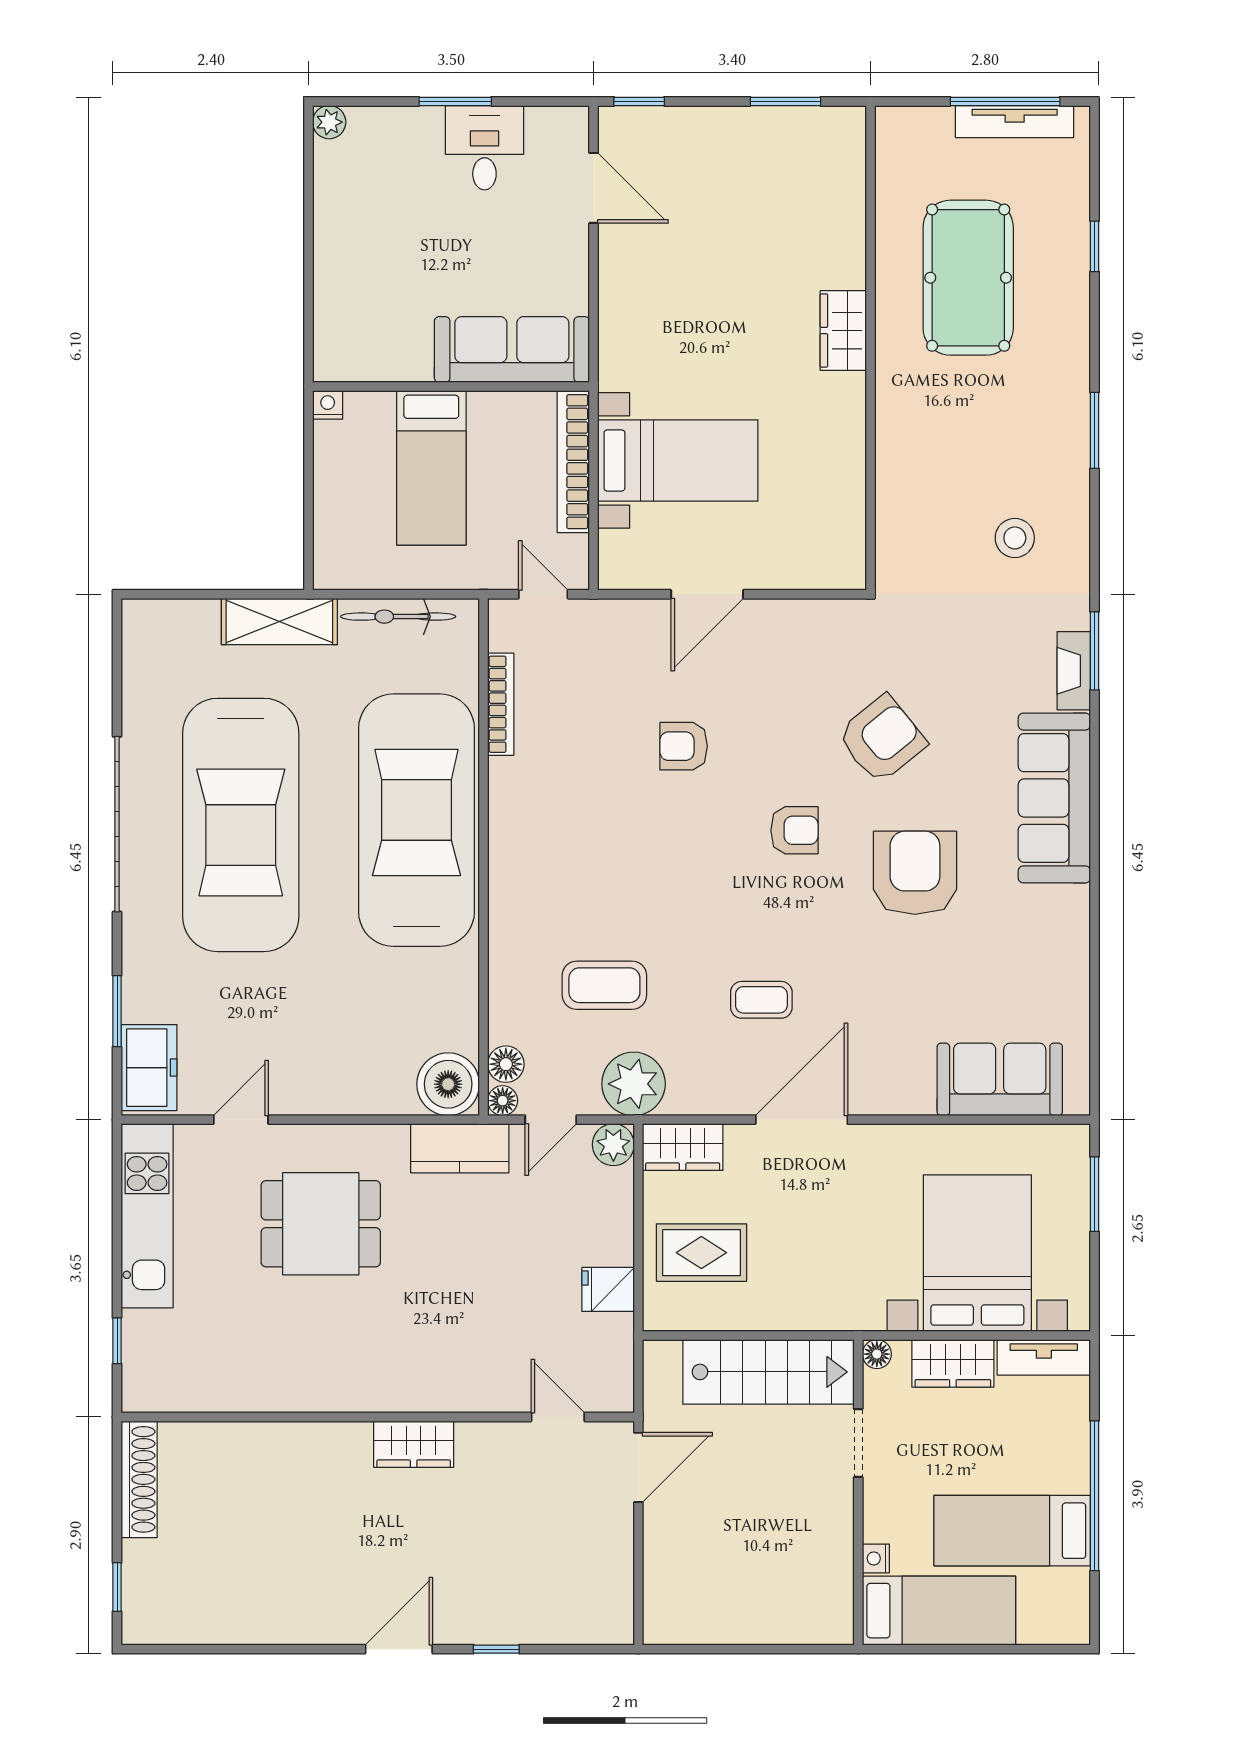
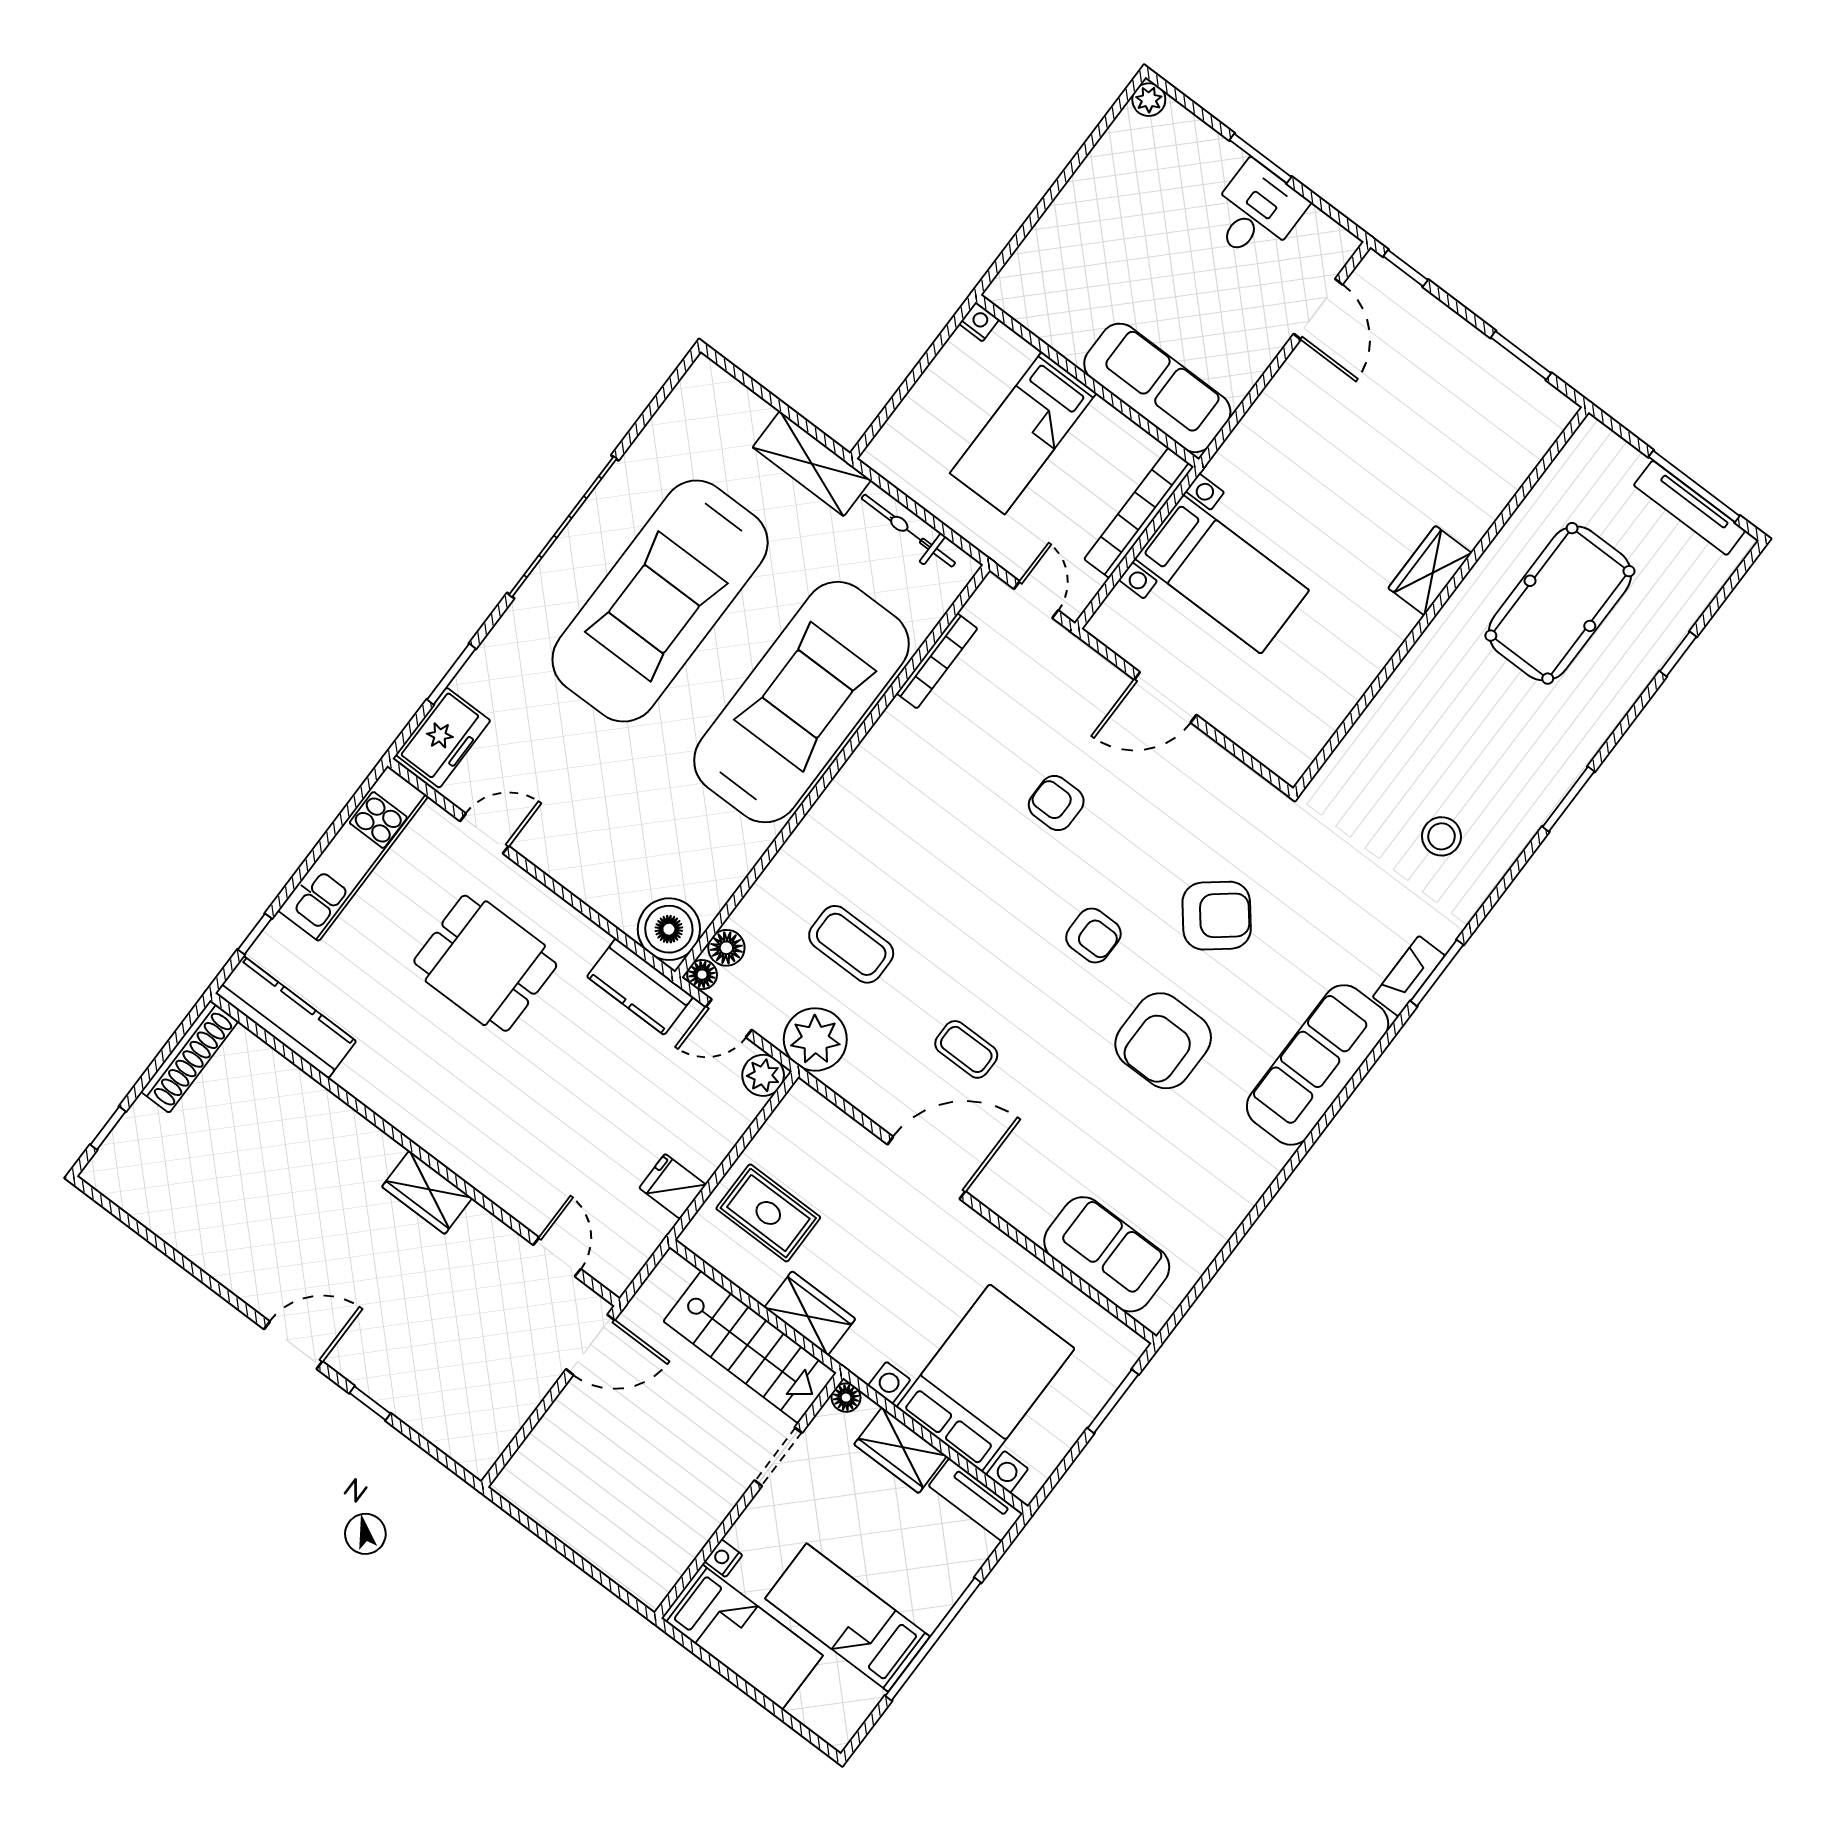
armchair: (915, 873) -> (1163, 1041), turned 180
wardrobe: (683, 1147) -> (810, 1313), moved, turned 180
kitchen counter: (193, 1389) -> (286, 1017), added

